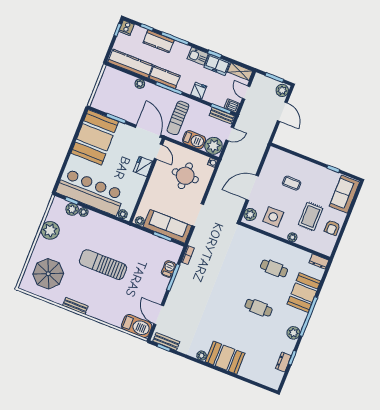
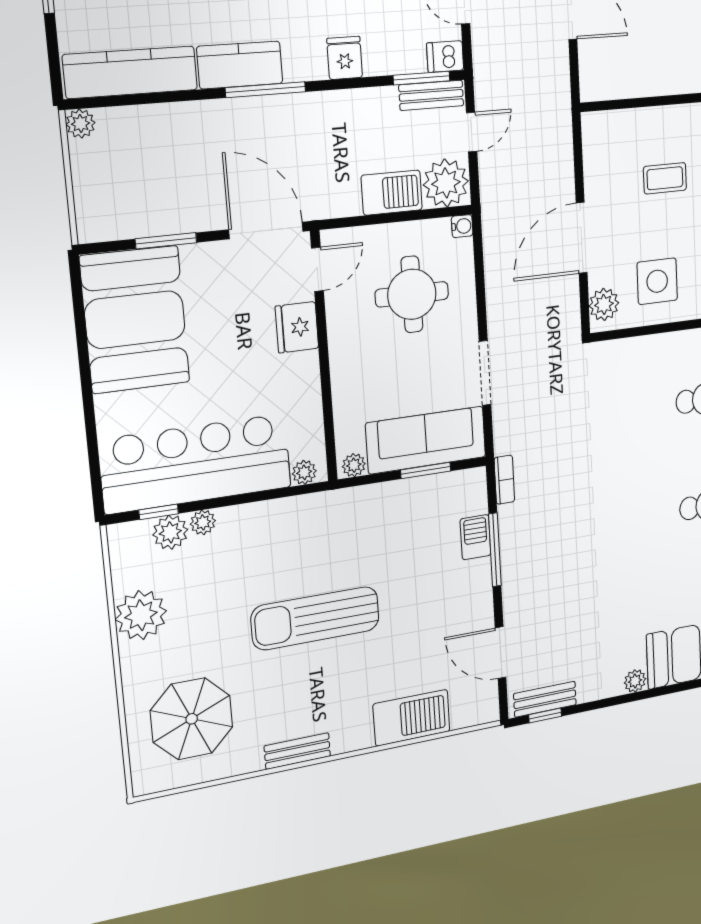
plant: (140, 84) -> (80, 124), moved
sun lounger: (178, 118) -> (326, 157), removed
door: (158, 152) -> (317, 269), hinge flipped
barbecue: (137, 326) -> (412, 718), moved

